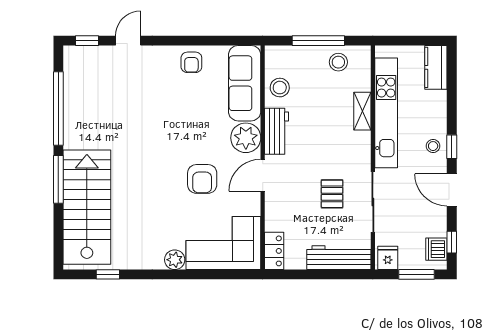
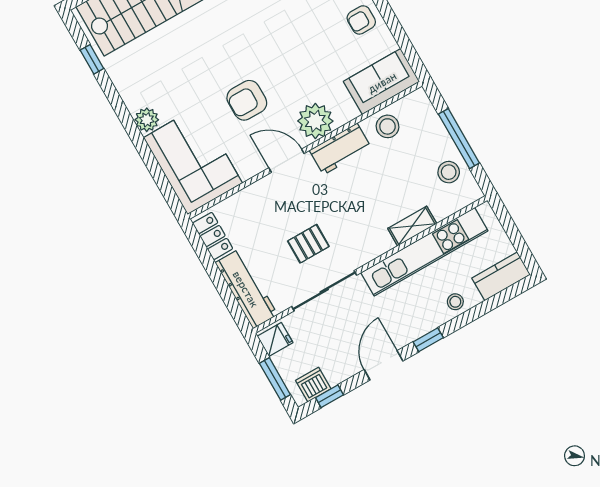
sofa: (245, 83) -> (382, 82), width x0.73
stool: (433, 146) -> (455, 302), moved
locker: (274, 251) -> (213, 236), moved, turned -90

